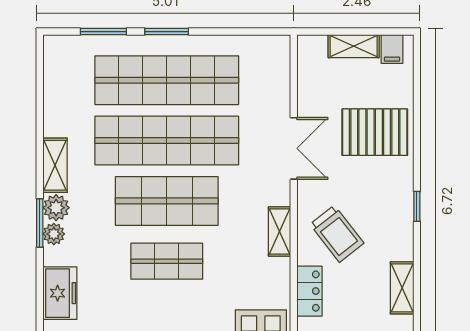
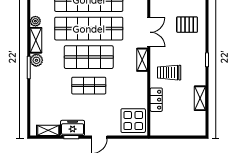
pallet: (375, 132) -> (187, 25), width x0.67, depth x0.71
shelving: (280, 231) -> (142, 60), moved
plant: (54, 234) -> (35, 21), moved
trolley: (337, 234) -> (169, 73), turned 128
freezer: (60, 293) -> (38, 101), removed

